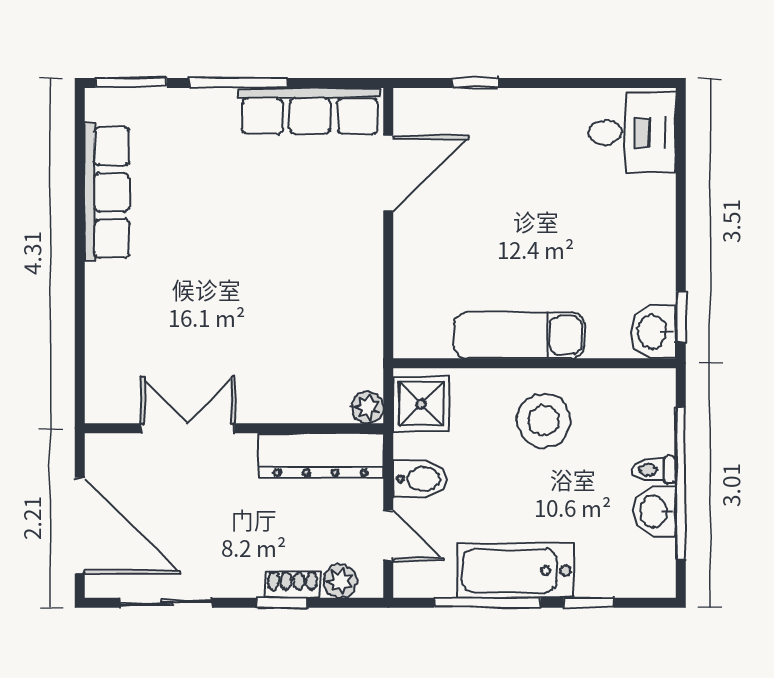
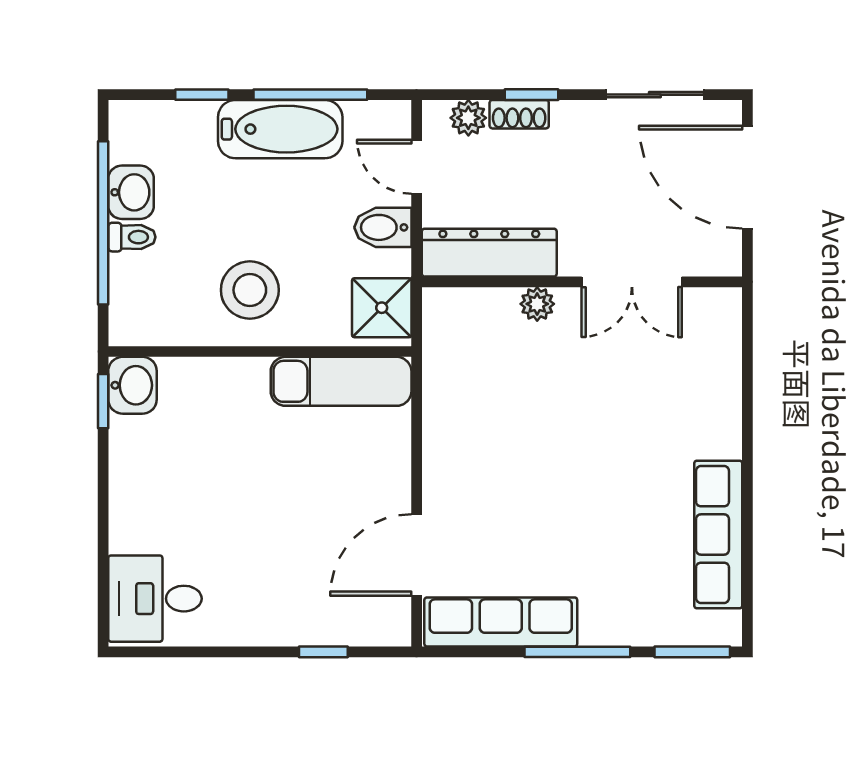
exam couch: (519, 335) -> (341, 381), moved
plant: (368, 407) -> (537, 304), moved

